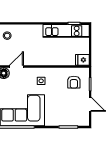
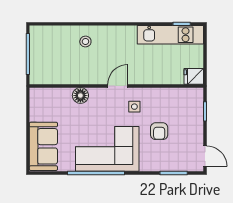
door: (16, 67) -> (118, 86), moved
armchair: (74, 82) -> (159, 131), moved
door: (90, 104) -> (205, 156), moved

